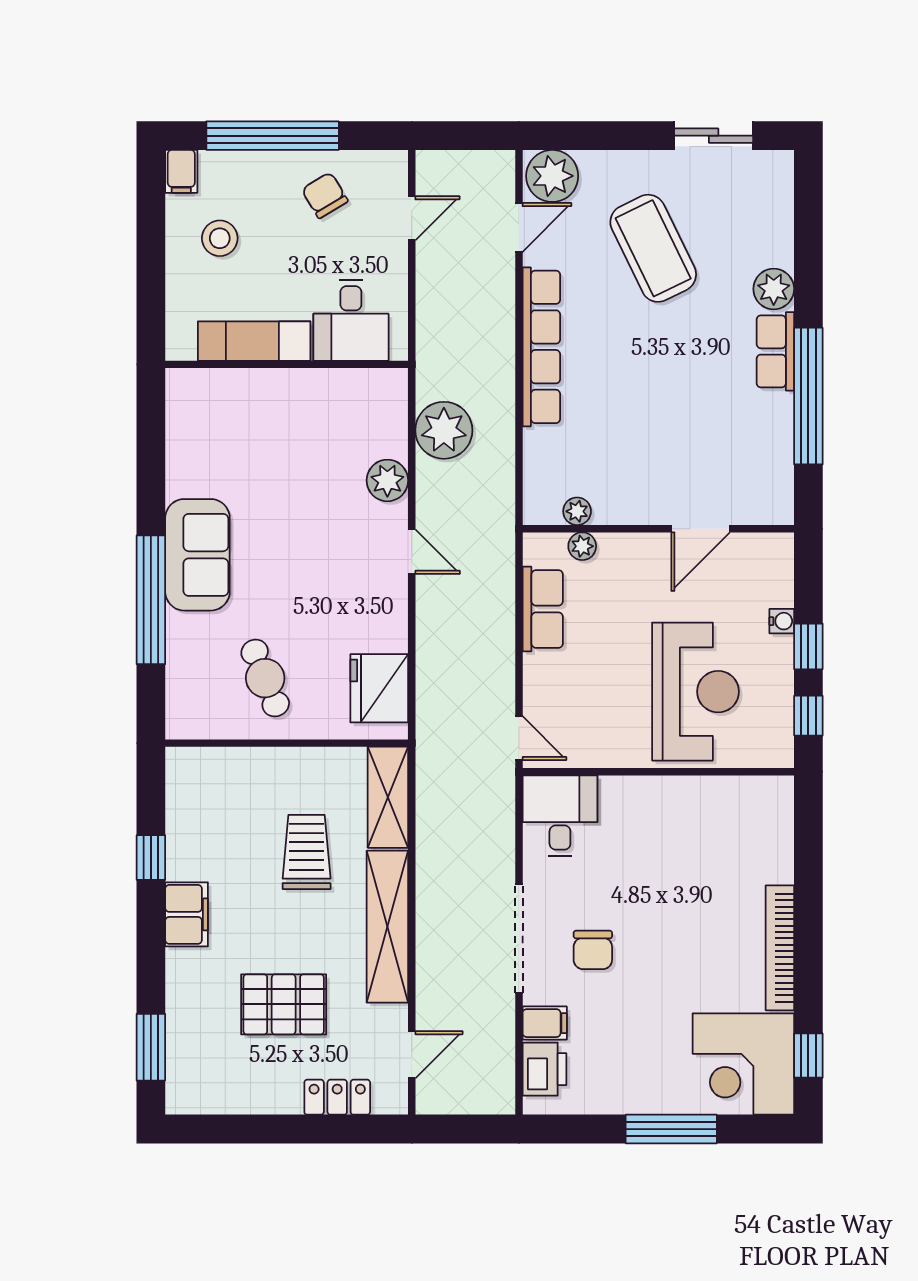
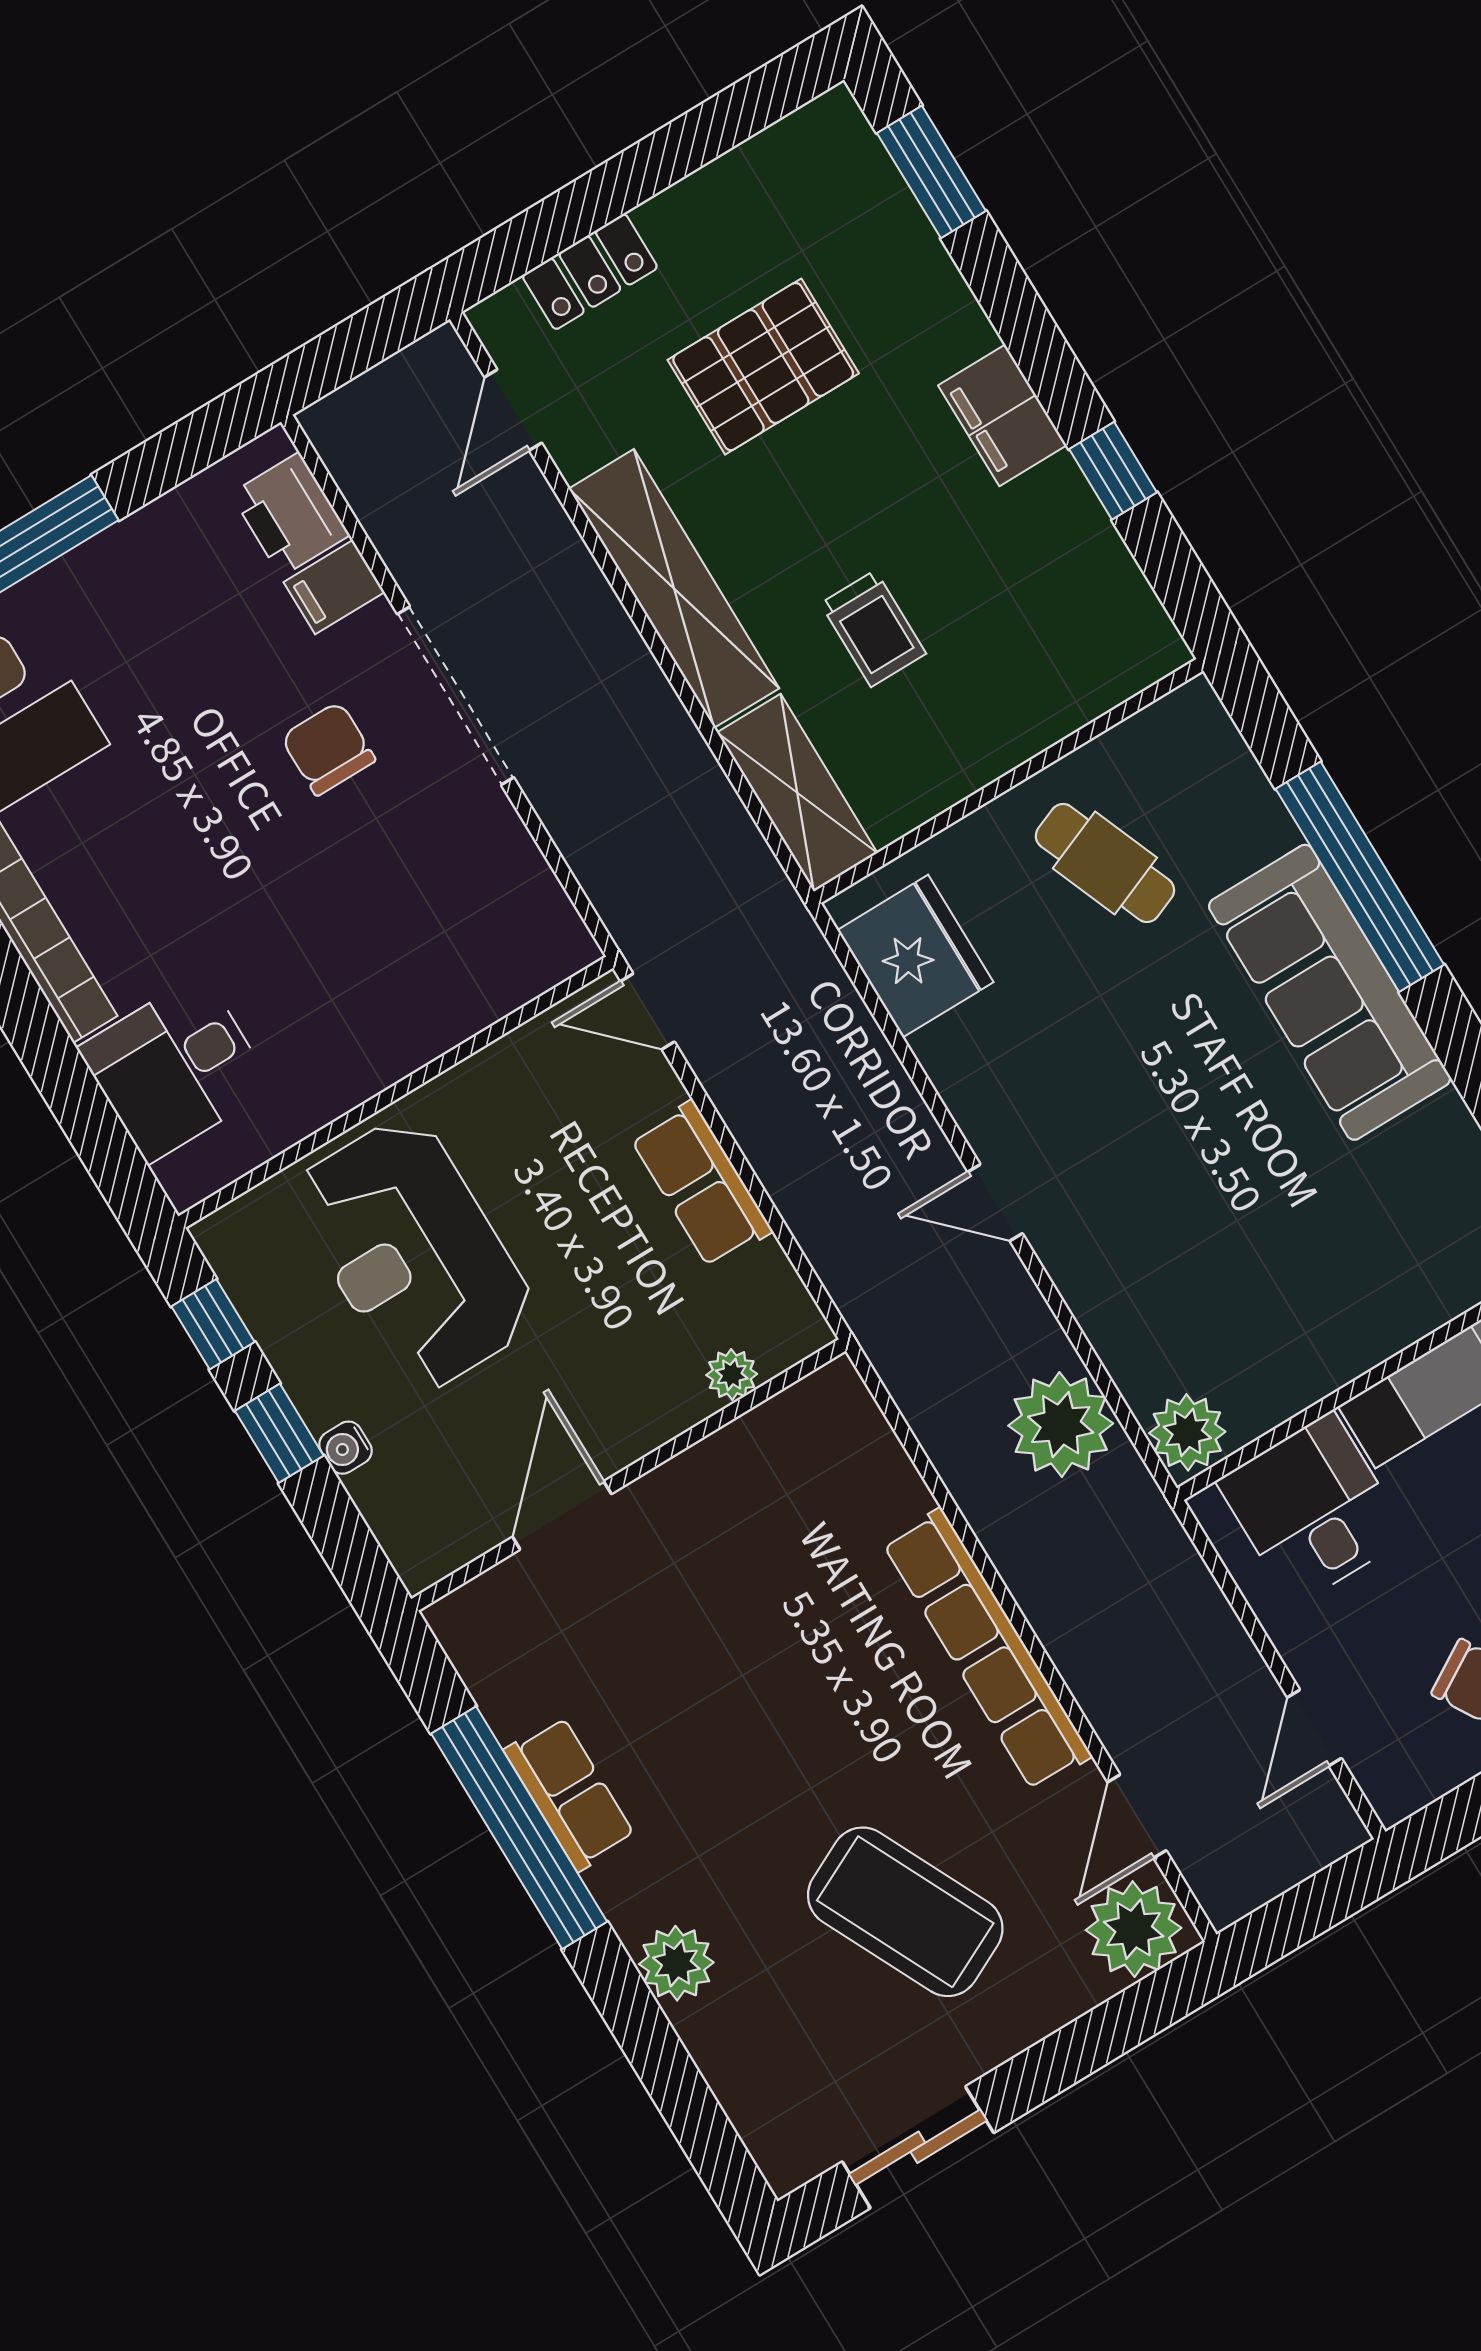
row of seats: (775, 351) -> (570, 1794), moved
plant: (387, 480) -> (1187, 1432), moved
plant: (577, 511) -> (773, 1425), removed
sofa: (197, 555) -> (1330, 992), width x1.36
row of seats: (543, 609) -> (701, 1184), moved
desk: (560, 816) -> (175, 1068), moved, turned 90
trolley: (307, 852) -> (873, 629), width x0.73, depth x0.72

